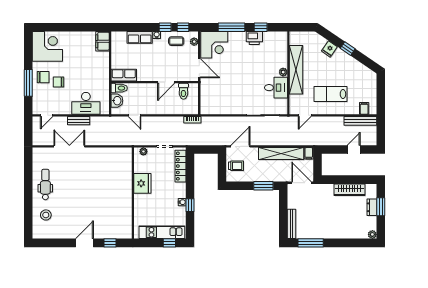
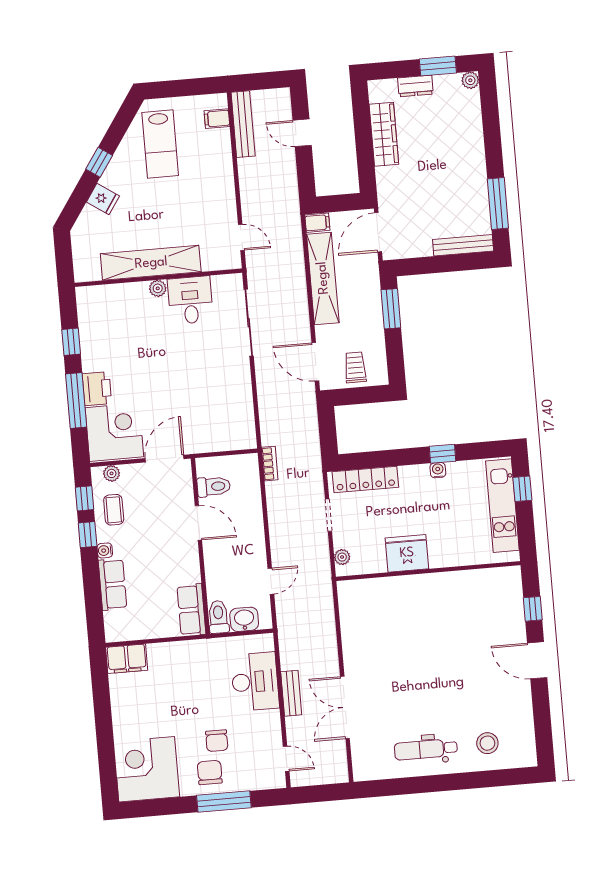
printer: (254, 38) -> (97, 389), moved
lab bench: (331, 94) -> (160, 144), moved
window: (381, 207) -> (438, 66), moved

